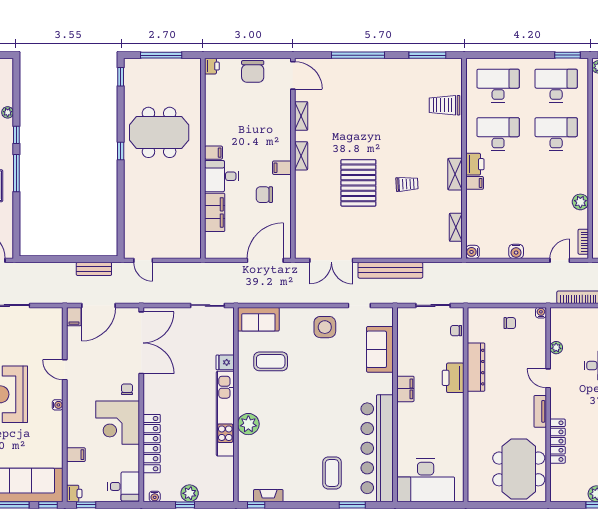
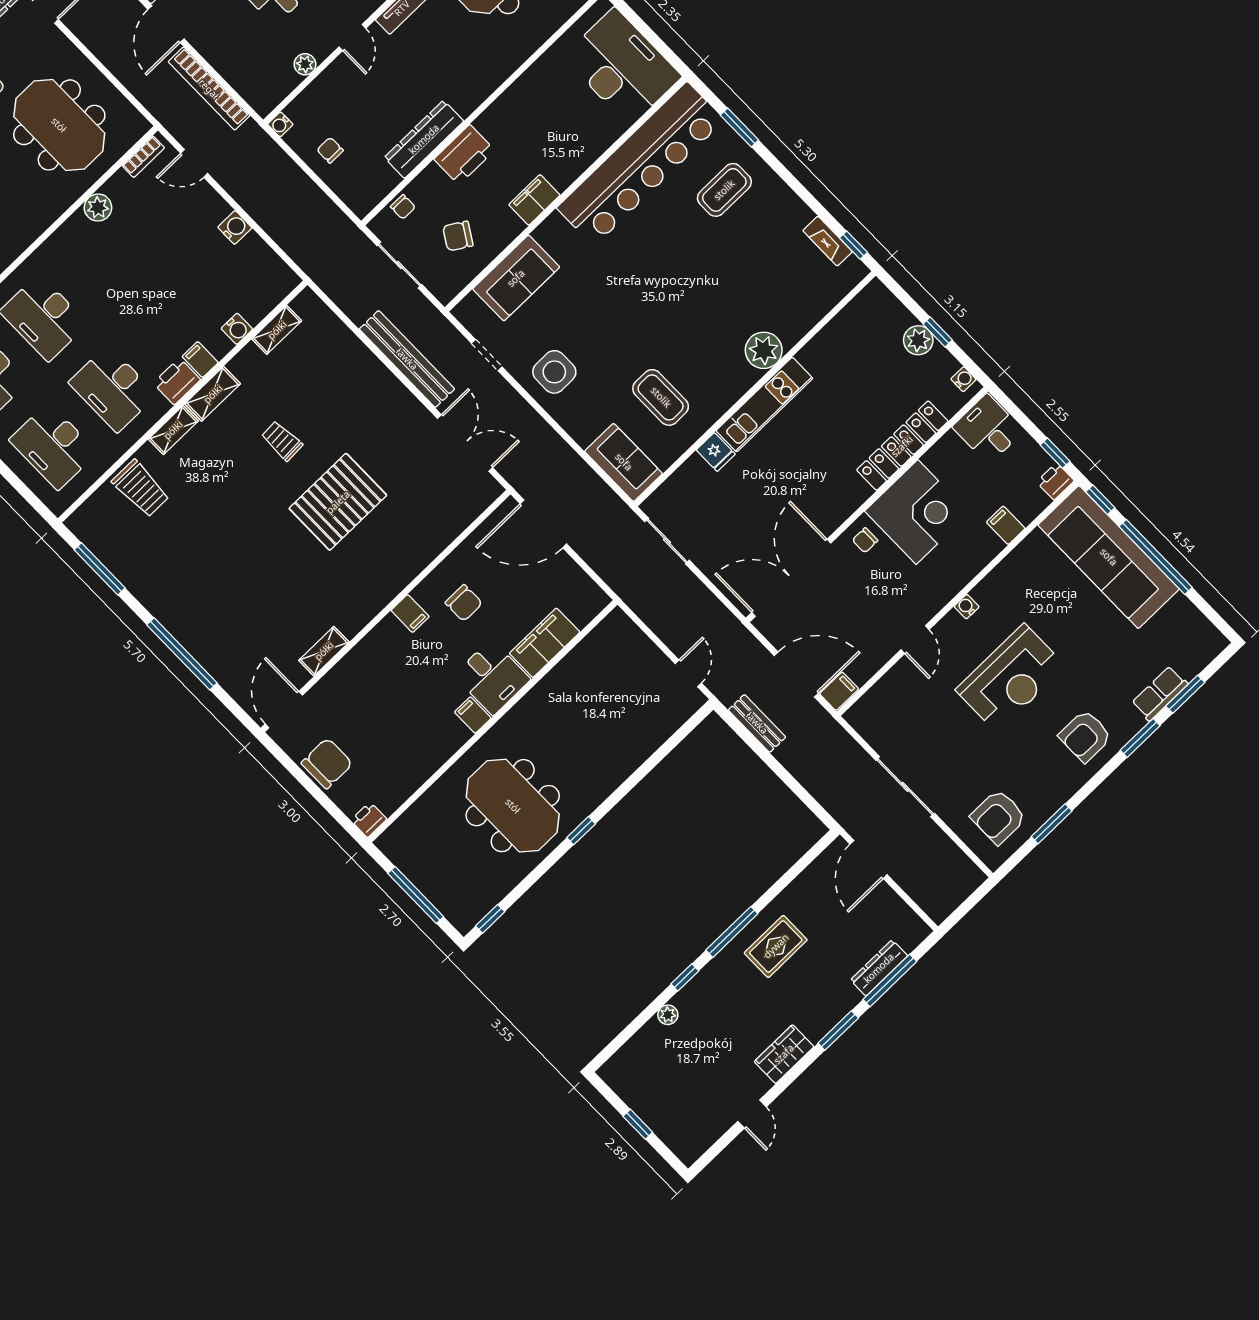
shelving: (301, 156) -> (173, 430), moved
water cooler: (473, 252) -> (237, 329), moved
chair: (421, 342) -> (458, 236), added
kitchen unit: (225, 414) -> (764, 405), width x0.73

